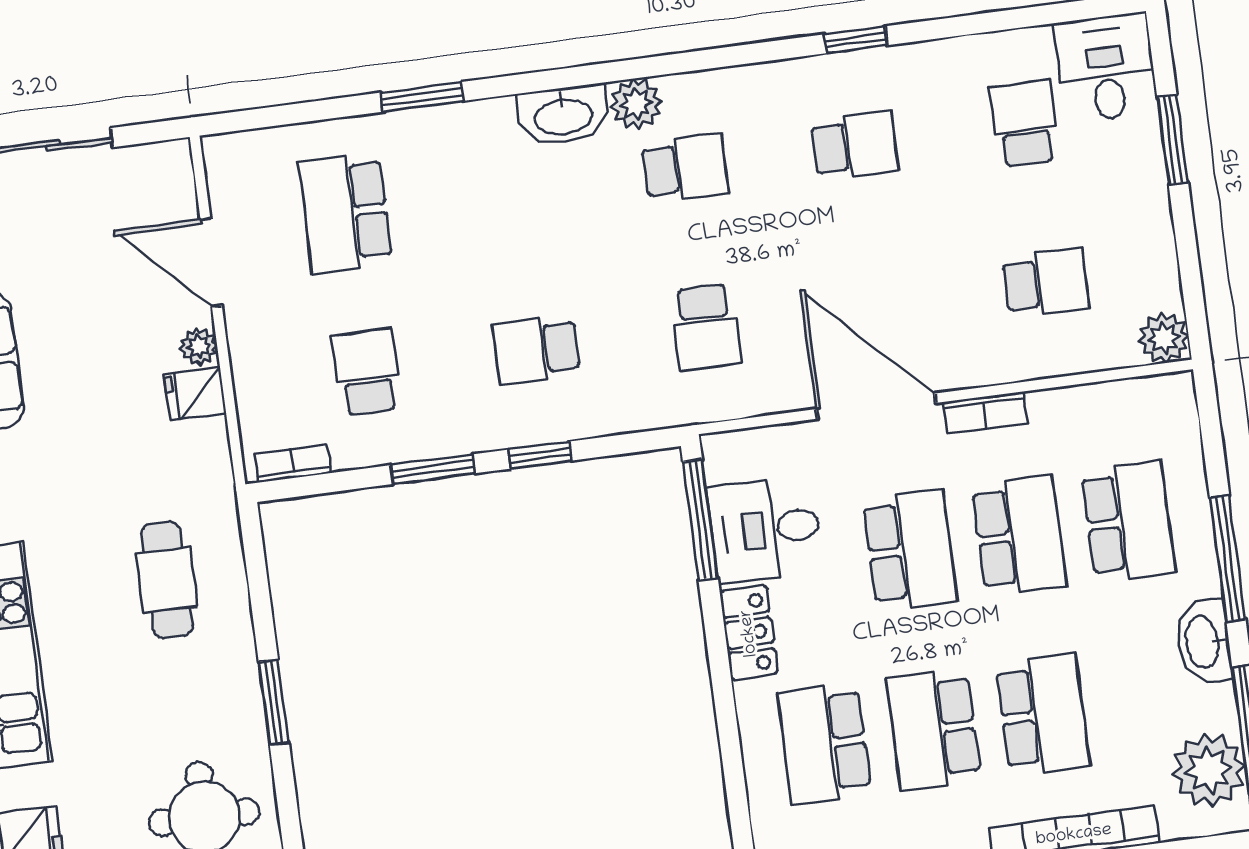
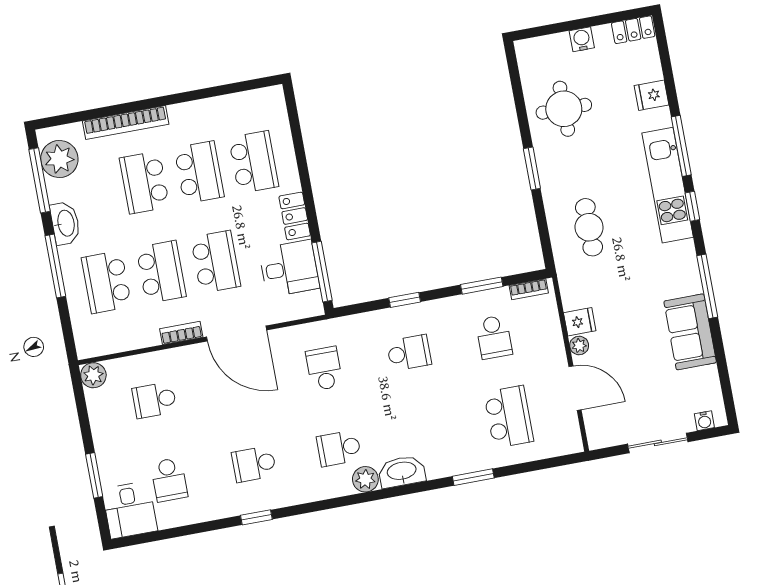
window: (433, 469) -> (482, 286), moved
school desk: (1019, 536) -> (161, 272), turned 180
school desk: (910, 550) -> (216, 262), turned 180

